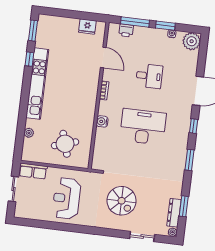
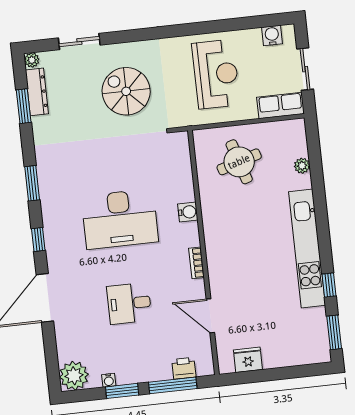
water cooler: (28, 213) -> (272, 35), added

